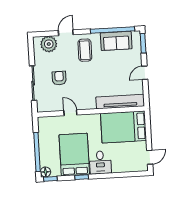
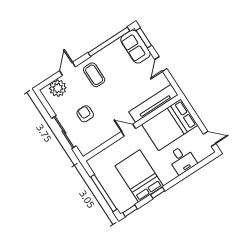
sofa: (116, 41) -> (135, 47), moved, turned 90
door: (70, 113) -> (129, 130), moved
door: (150, 157) -> (210, 139), hinge flipped
desk: (100, 162) -> (182, 160), moved
floor lamp: (45, 172) -> (122, 207), removed

